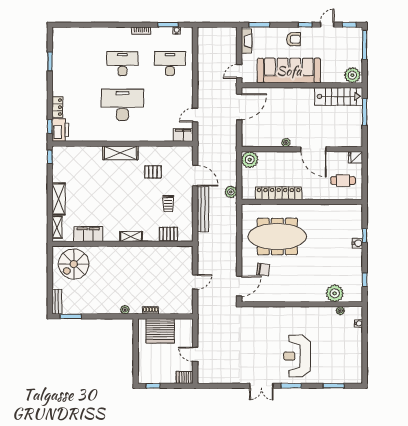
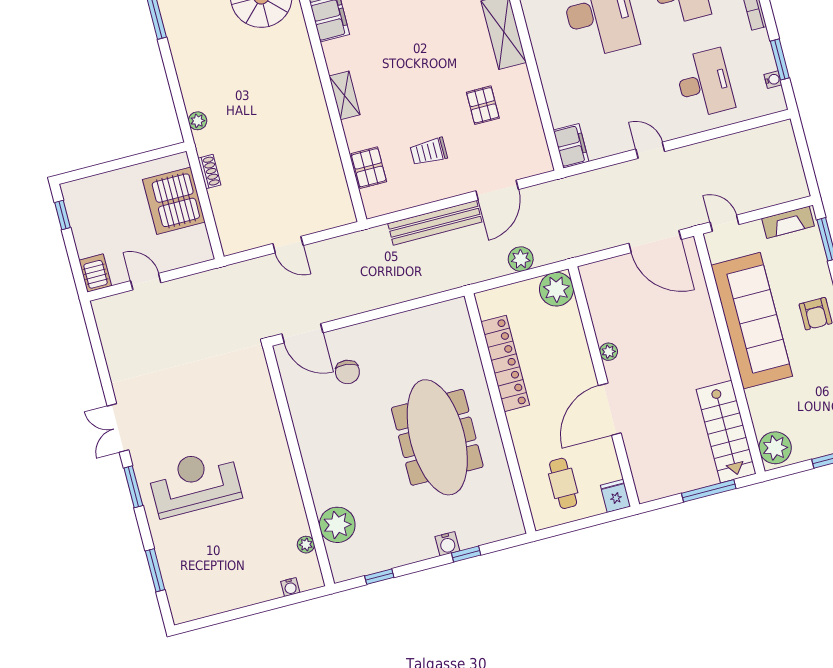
door: (195, 115) -> (650, 150), moved
plant: (231, 192) -> (521, 259), moved
meeting table: (277, 237) -> (437, 437), moved
door: (195, 354) -> (146, 282), hinge flipped

